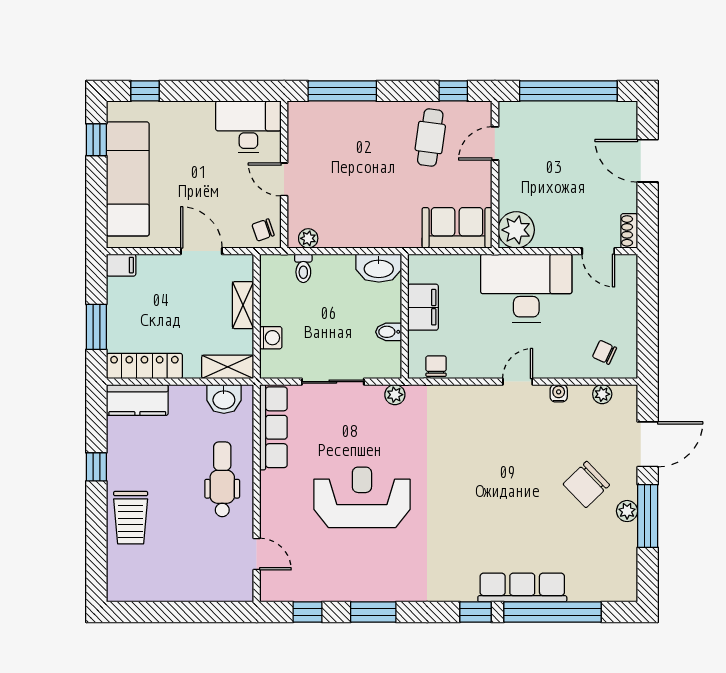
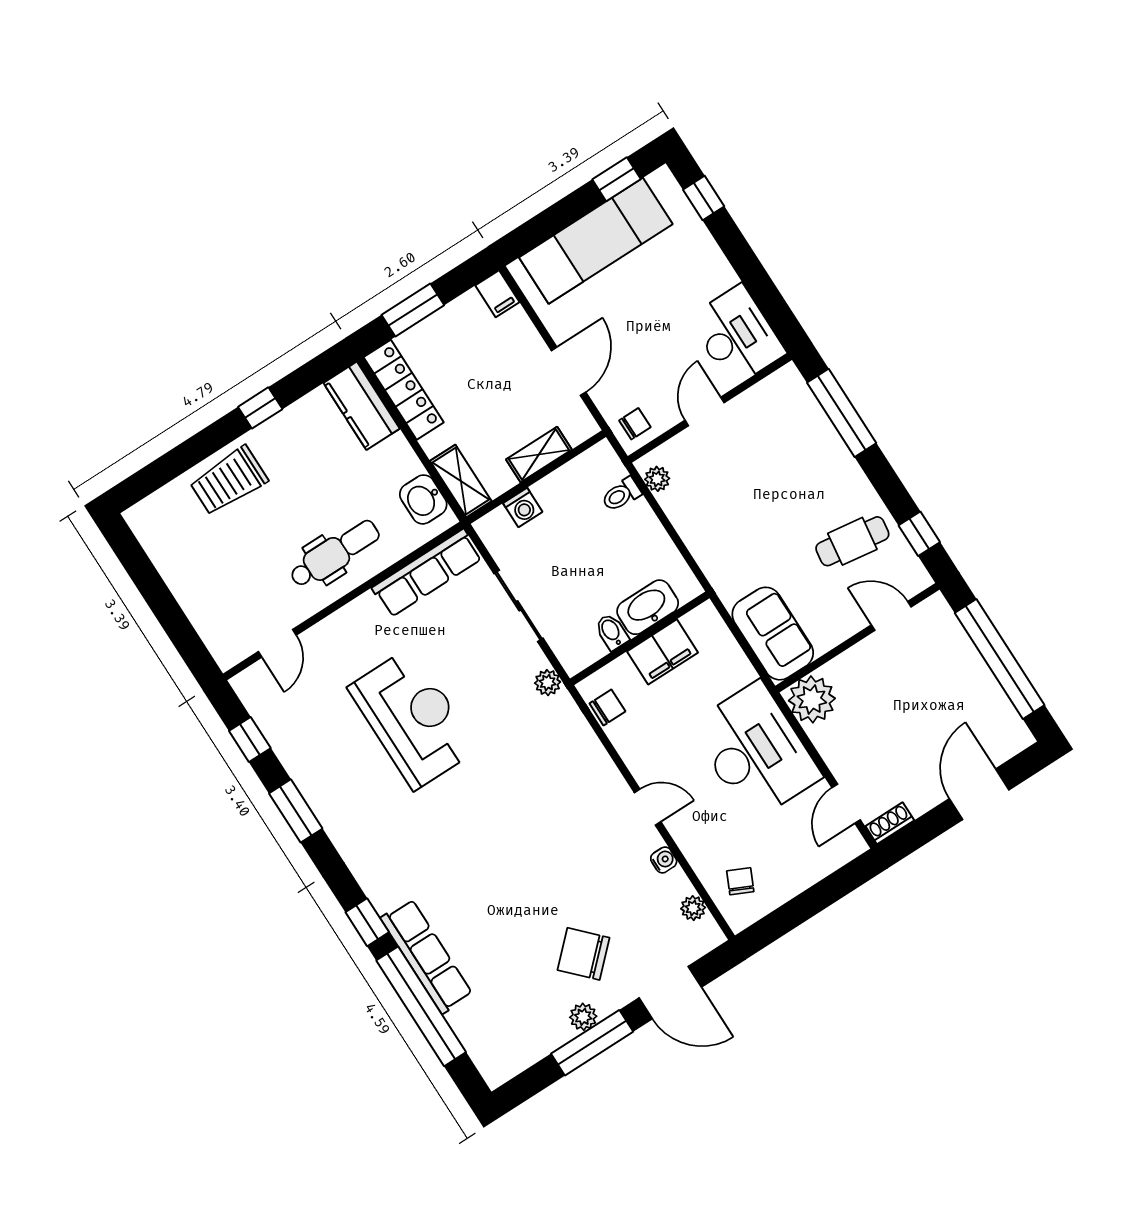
chair: (263, 230) -> (635, 424), turned 109
washbasin: (379, 268) -> (648, 607), moved, turned 90

